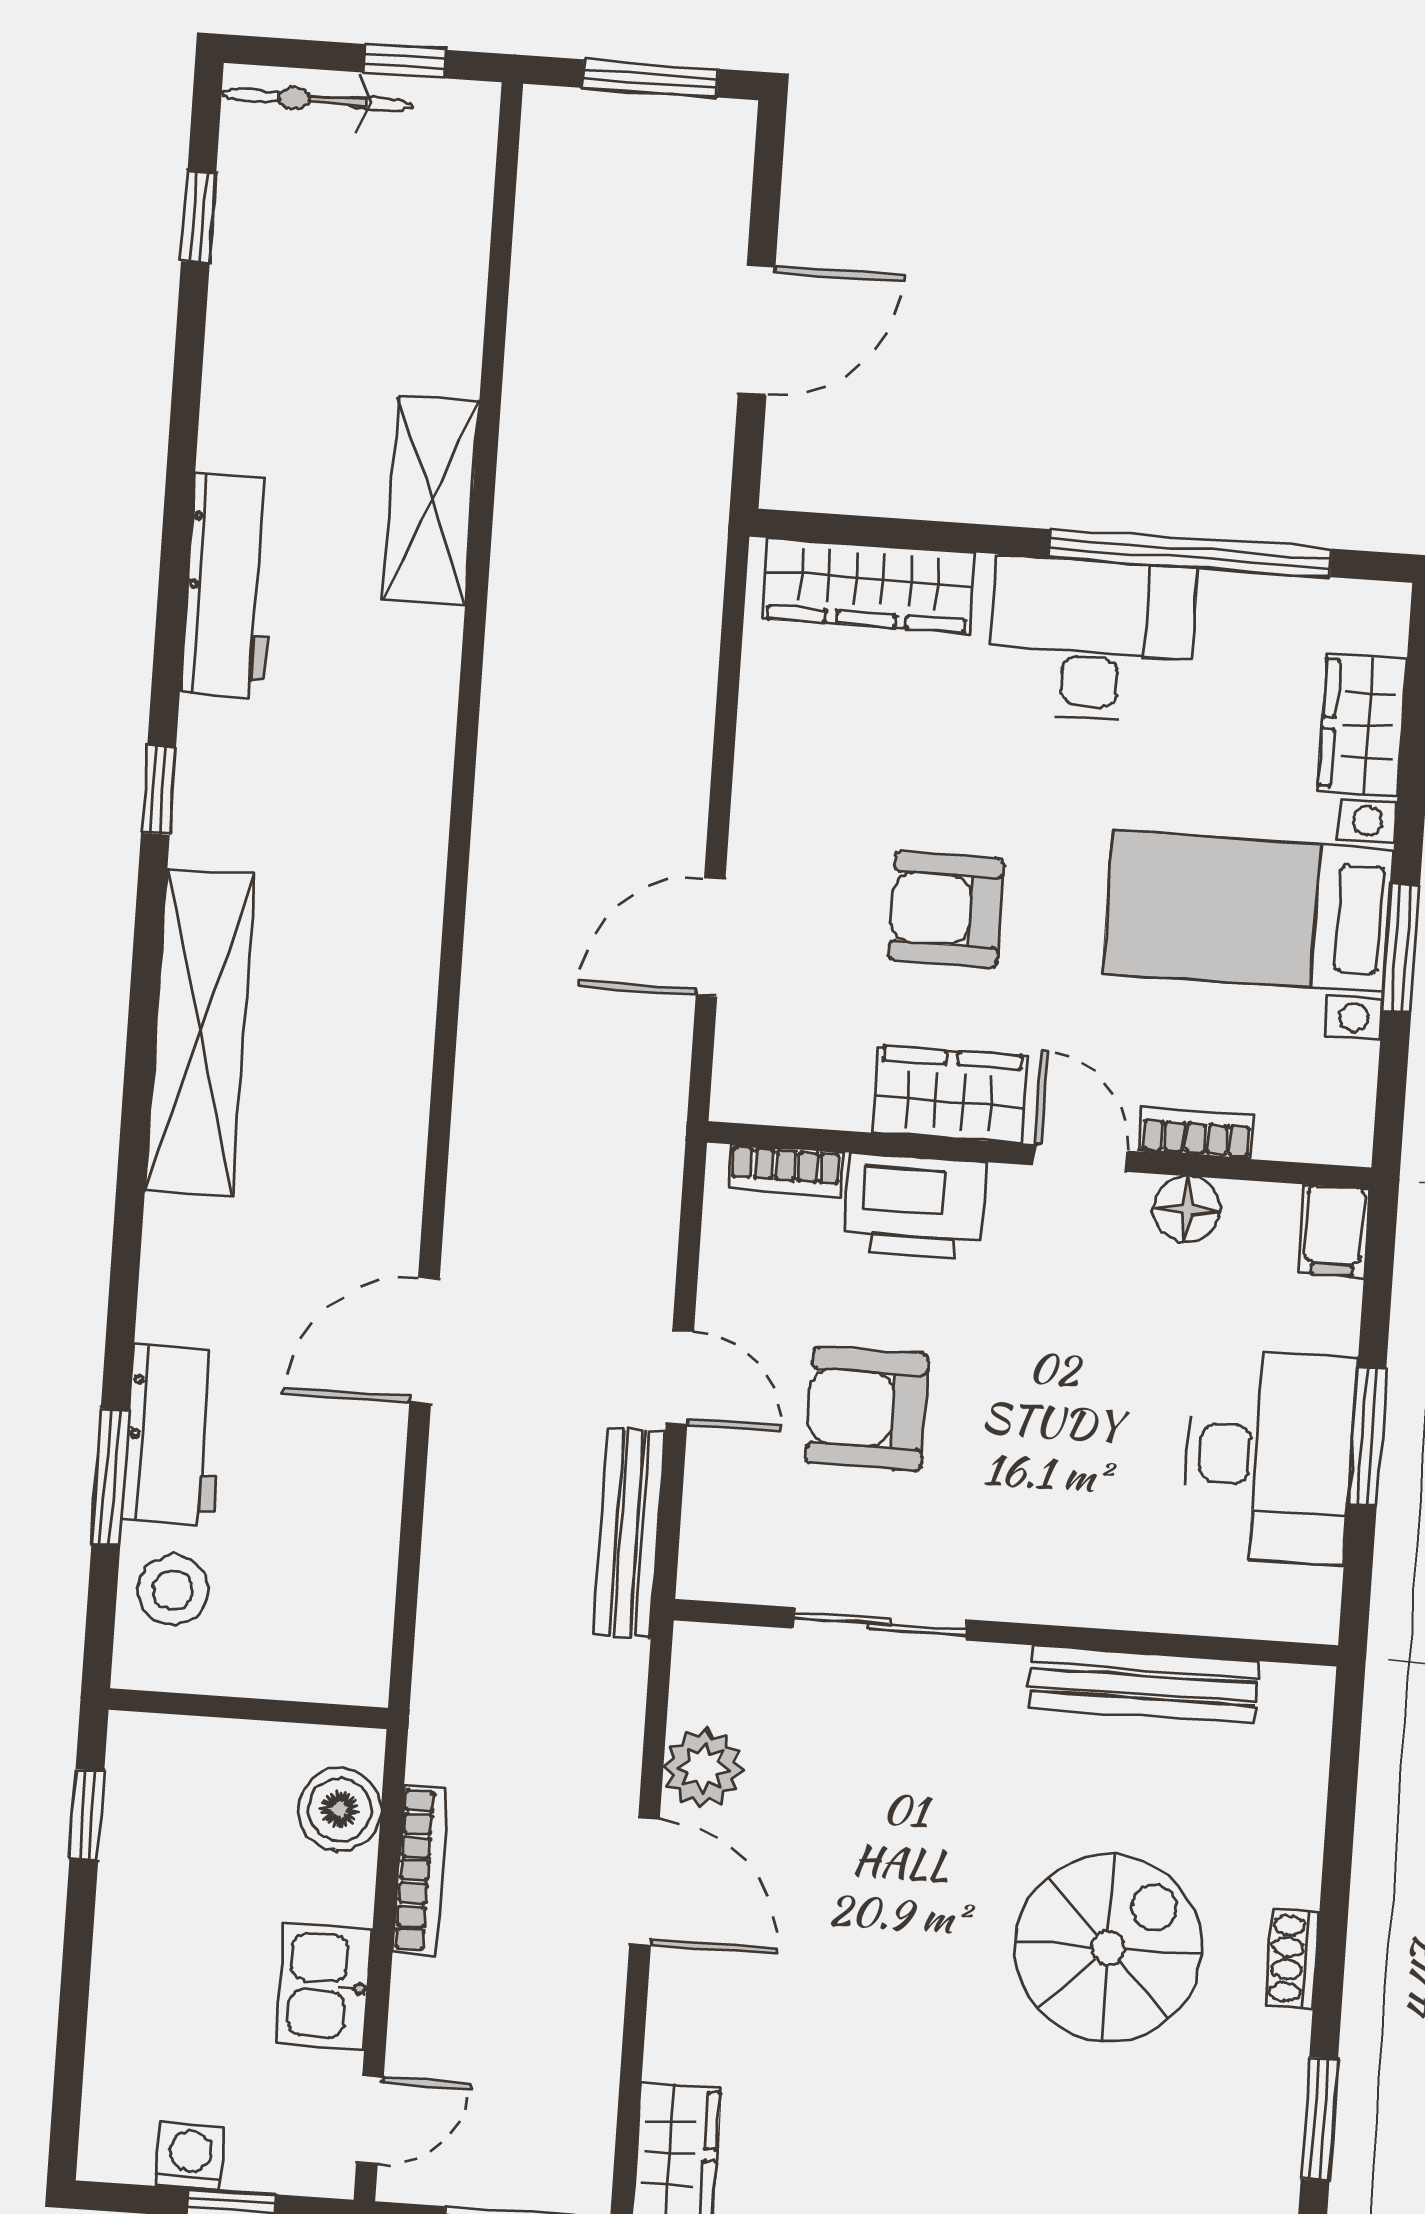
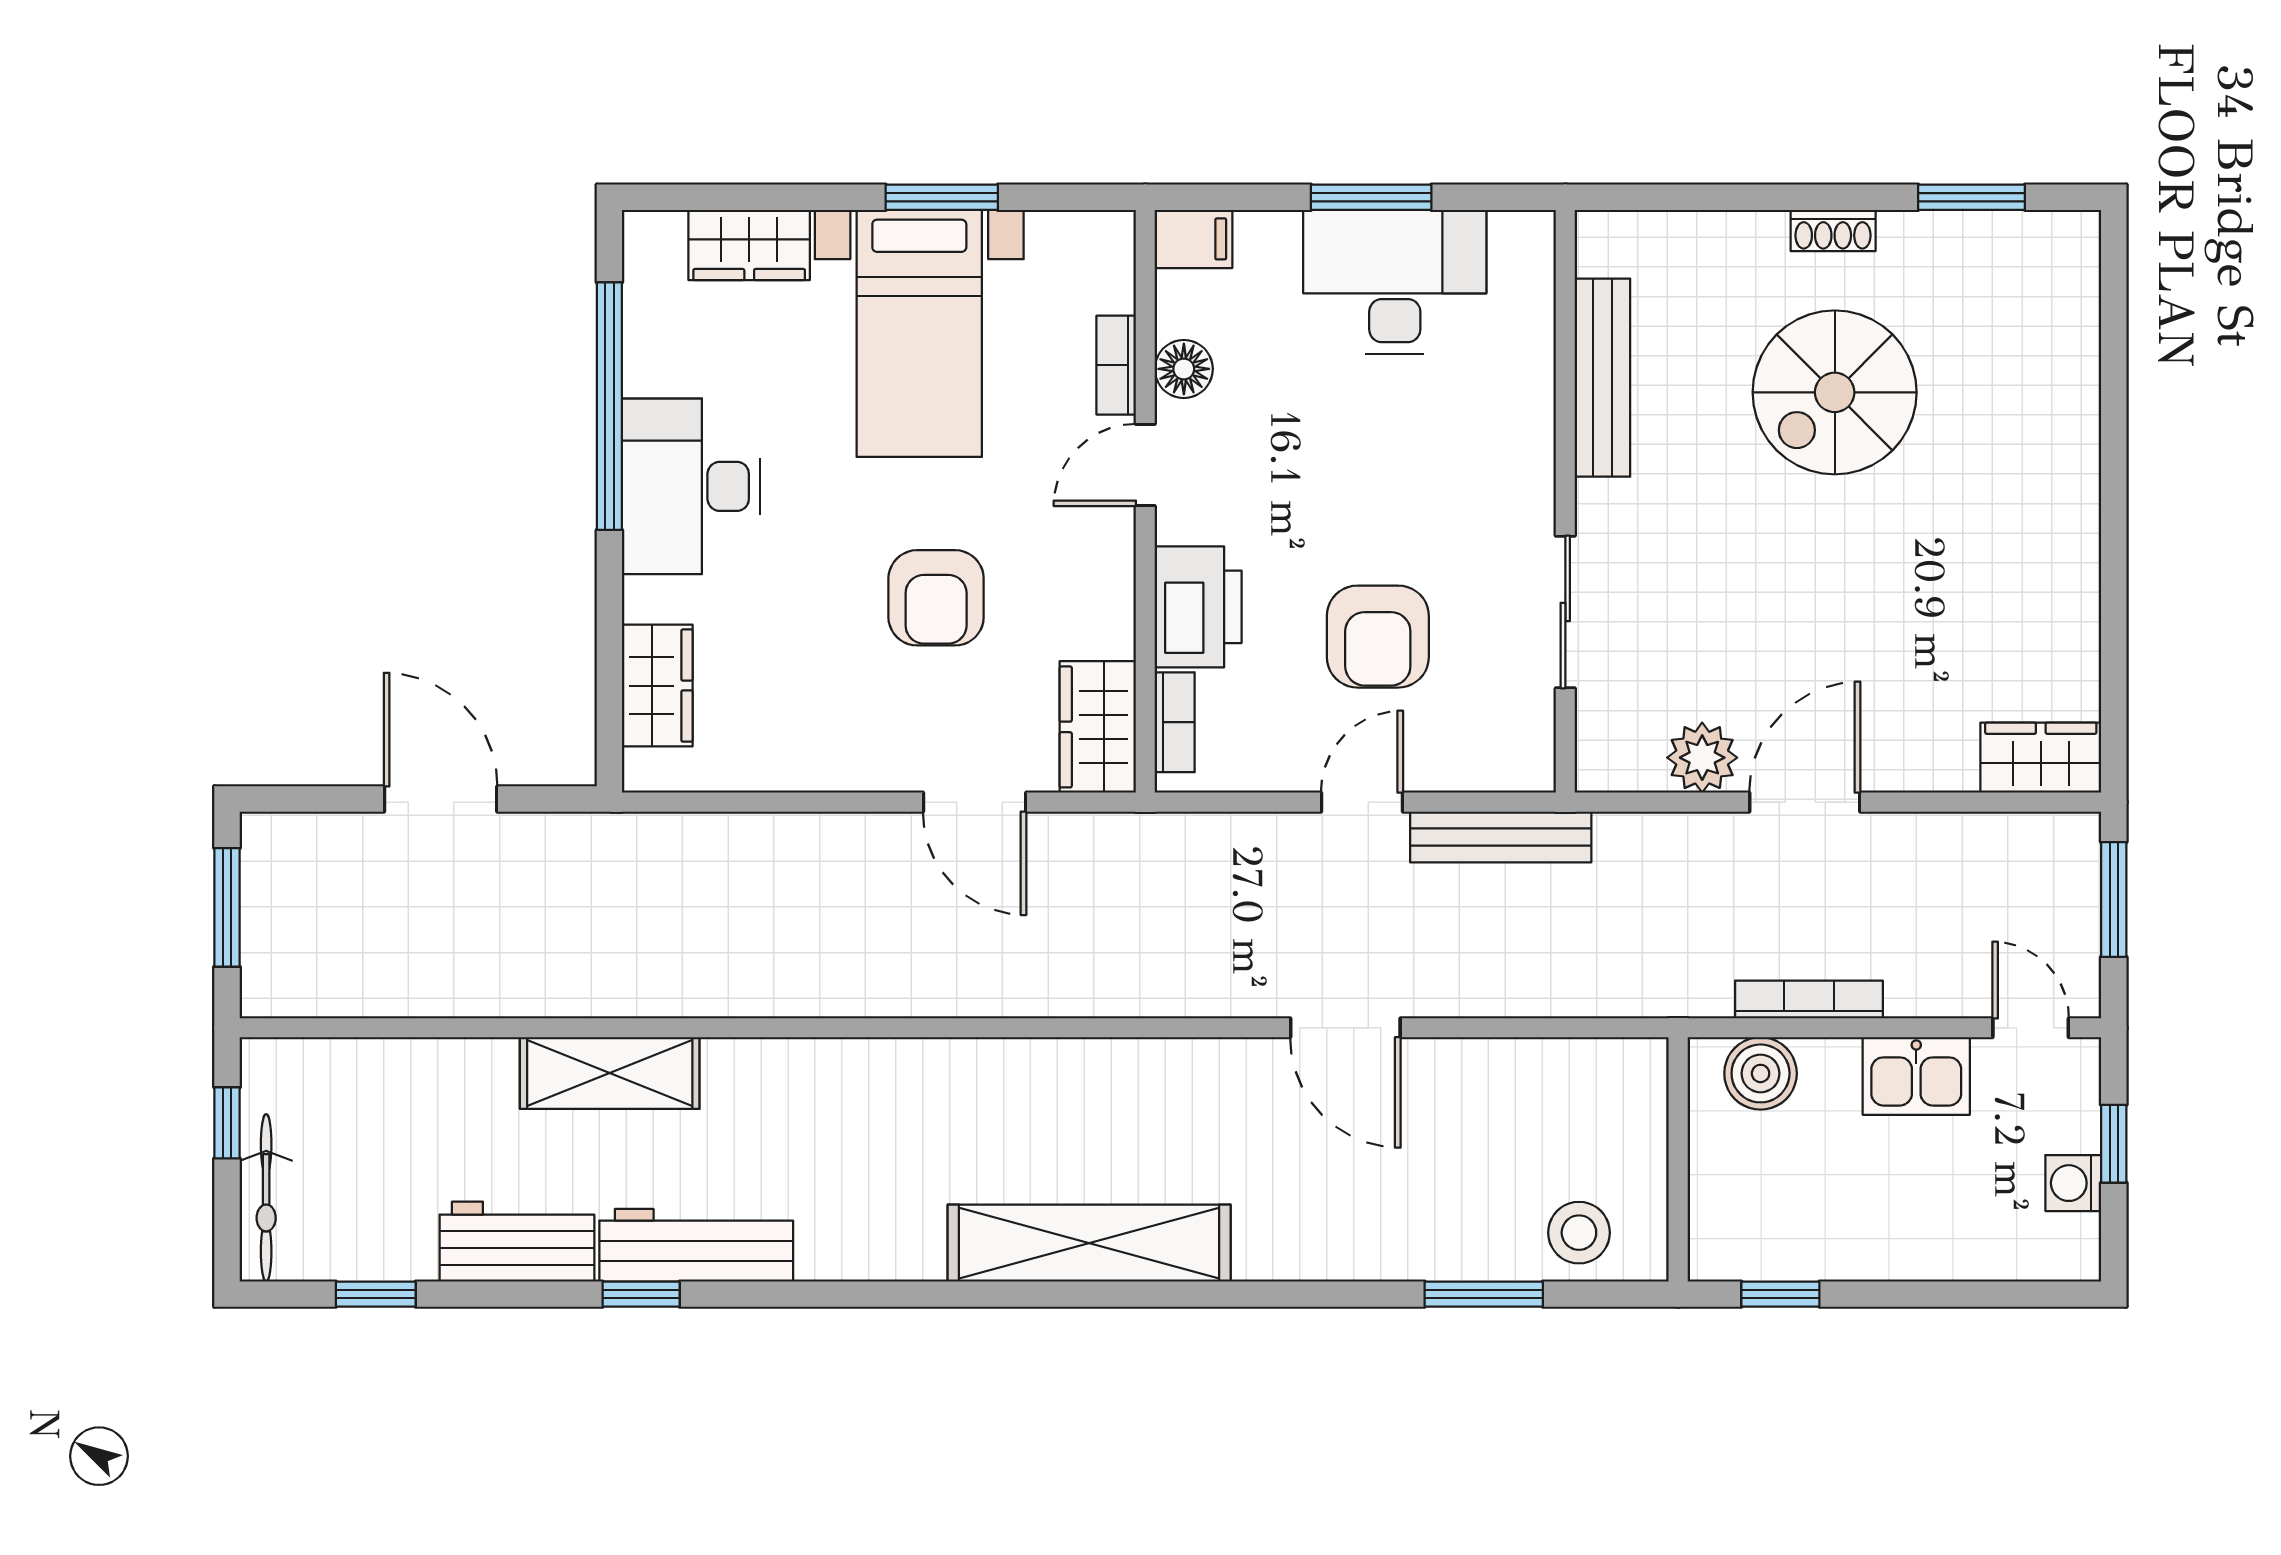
wardrobe: (868, 585) -> (657, 686), width x0.67
window: (159, 790) -> (641, 1294), moved
wardrobe: (950, 1095) -> (1098, 727), moved
workbench: (173, 1435) -> (517, 1242), moved
spiral stairs: (1108, 1948) -> (1835, 392), turned -90

